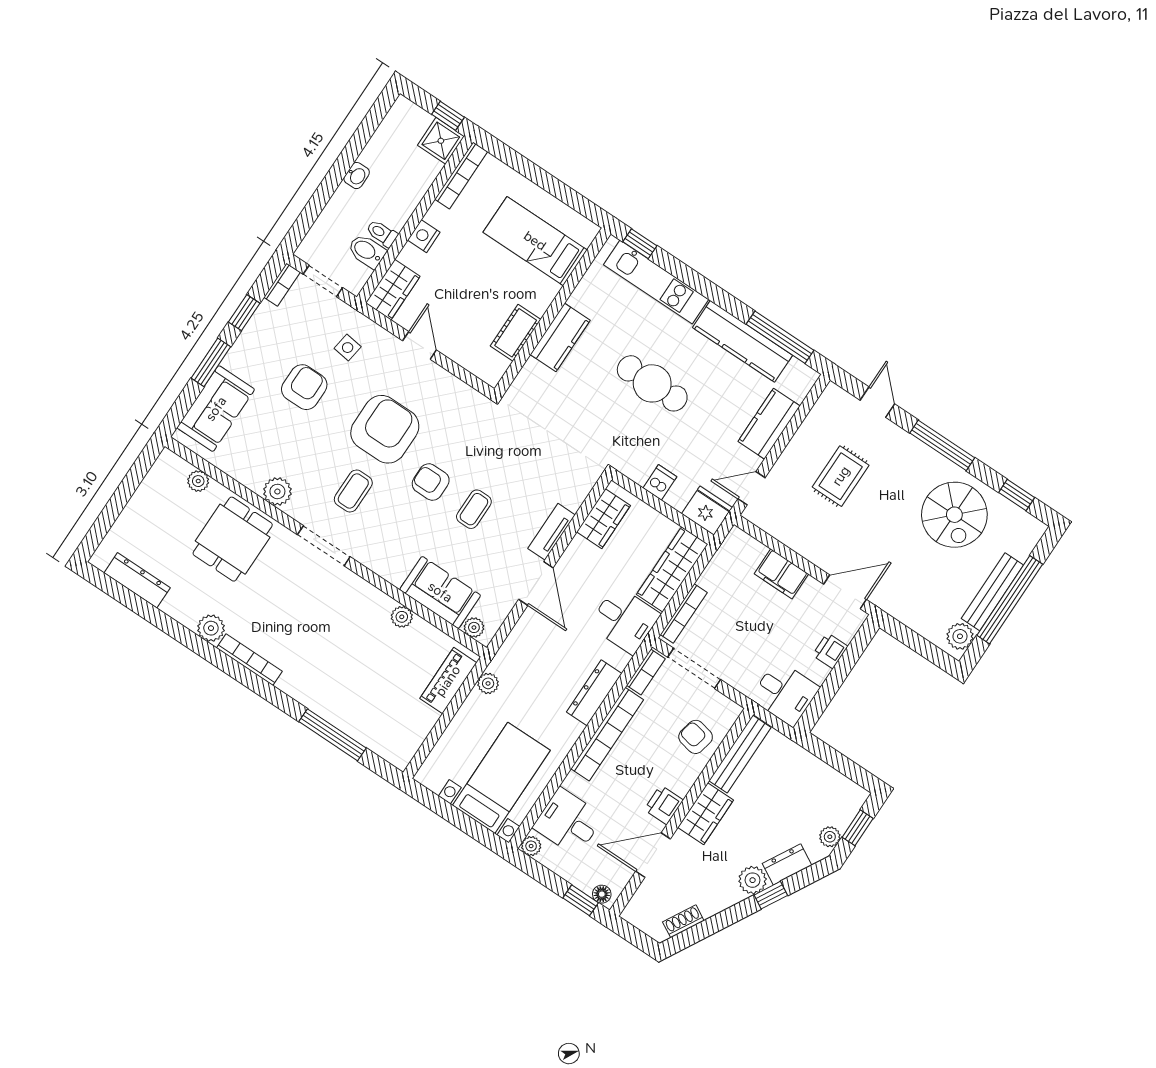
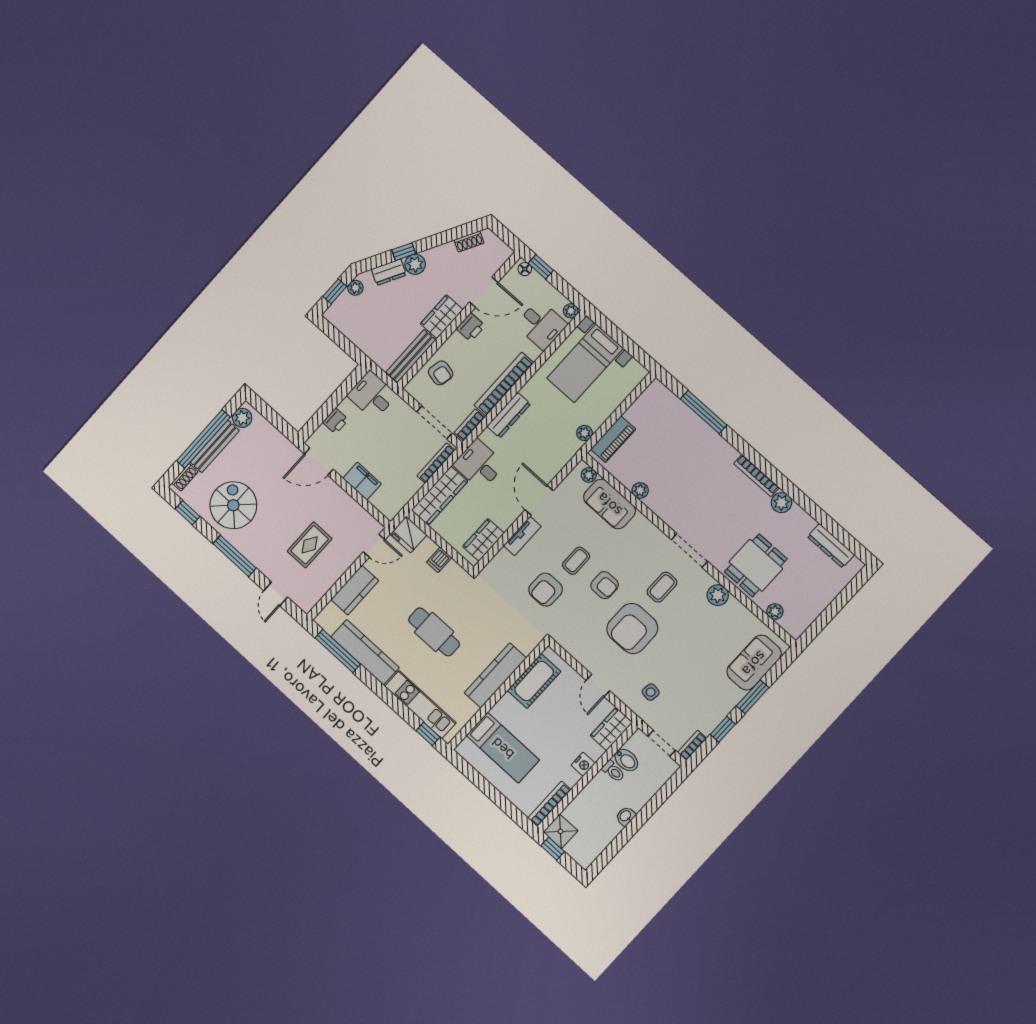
cot: (516, 333) -> (534, 681), width x1.37, depth x1.34
kitchen counter: (560, 337) -> (495, 675), width x1.50
armchair: (304, 387) -> (546, 590), moved
shoe rack: (1028, 543) -> (185, 477), added

